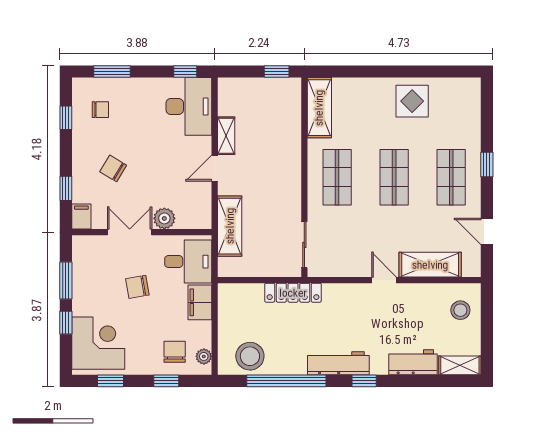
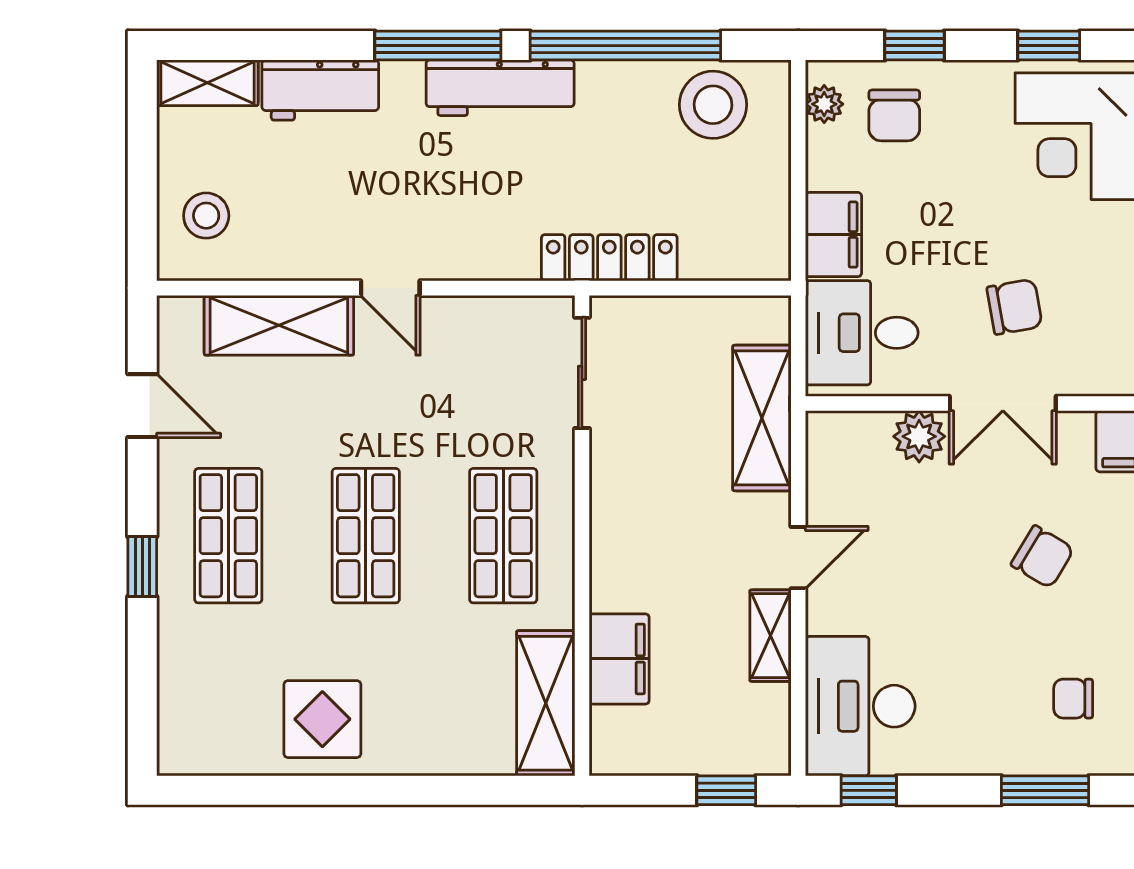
window: (277, 72) -> (726, 790), moved
filing cabinet: (289, 126) -> (619, 659), added
chair: (137, 287) -> (1015, 307), moved
window: (364, 381) -> (438, 46), width x2.17

